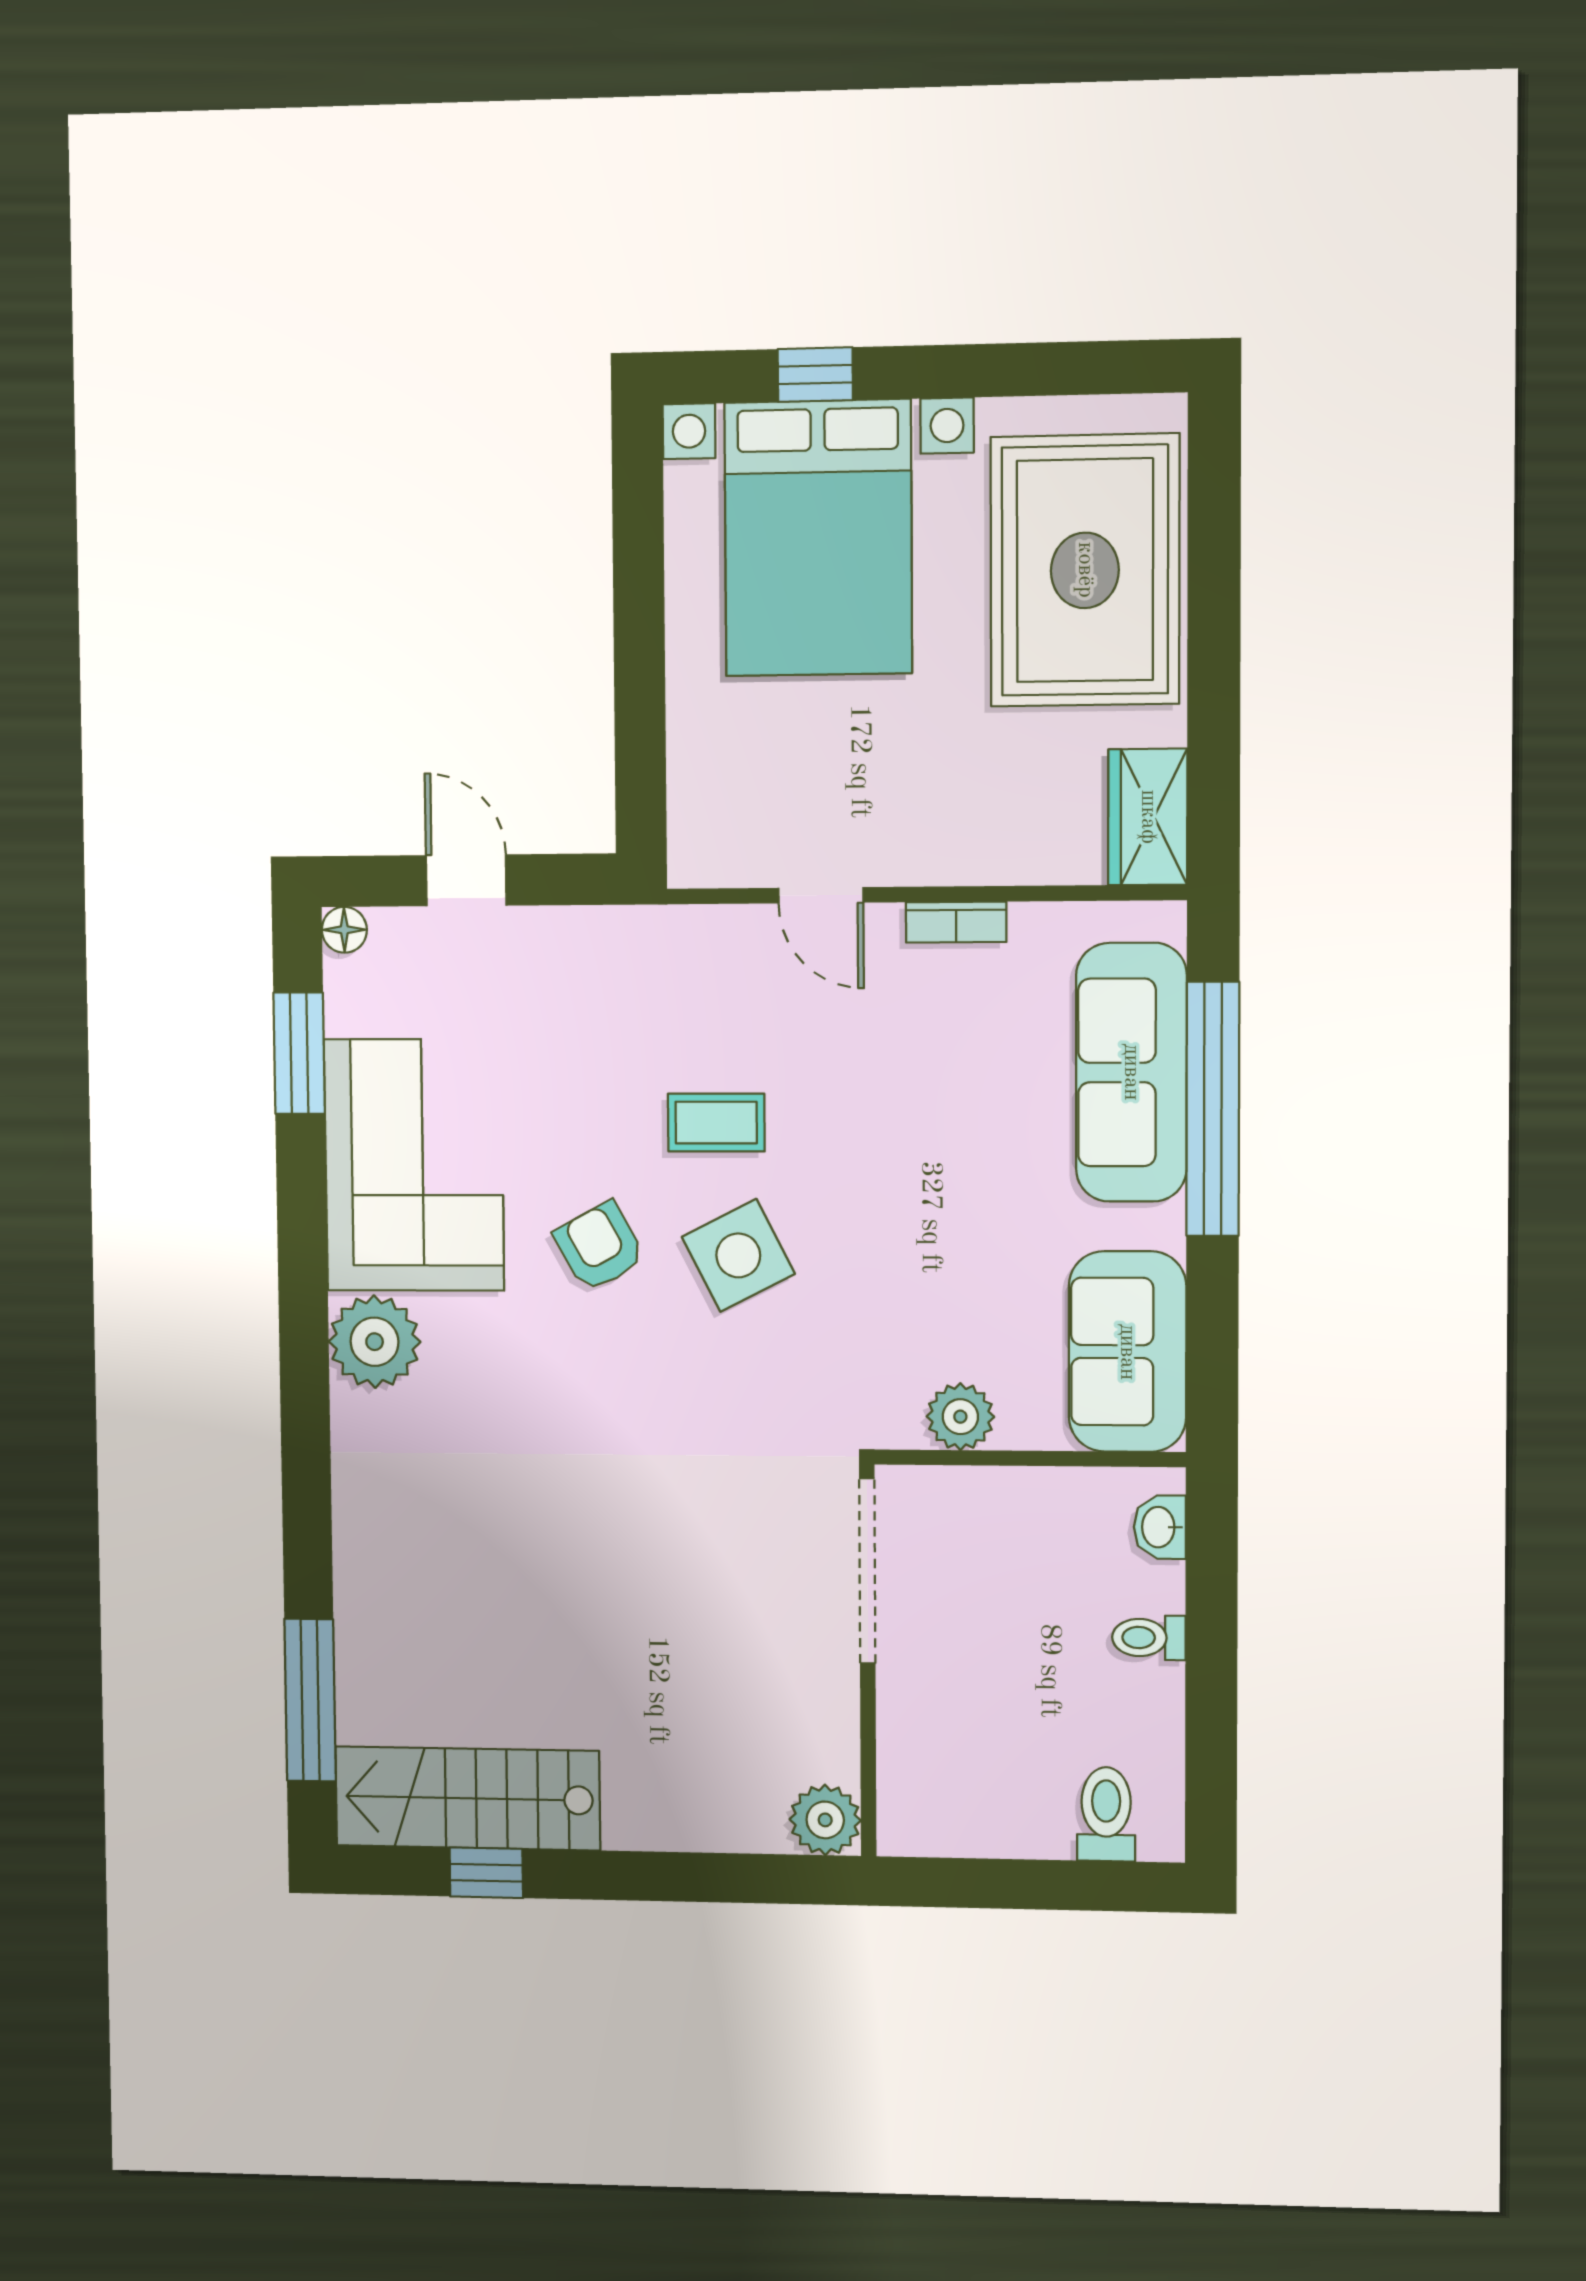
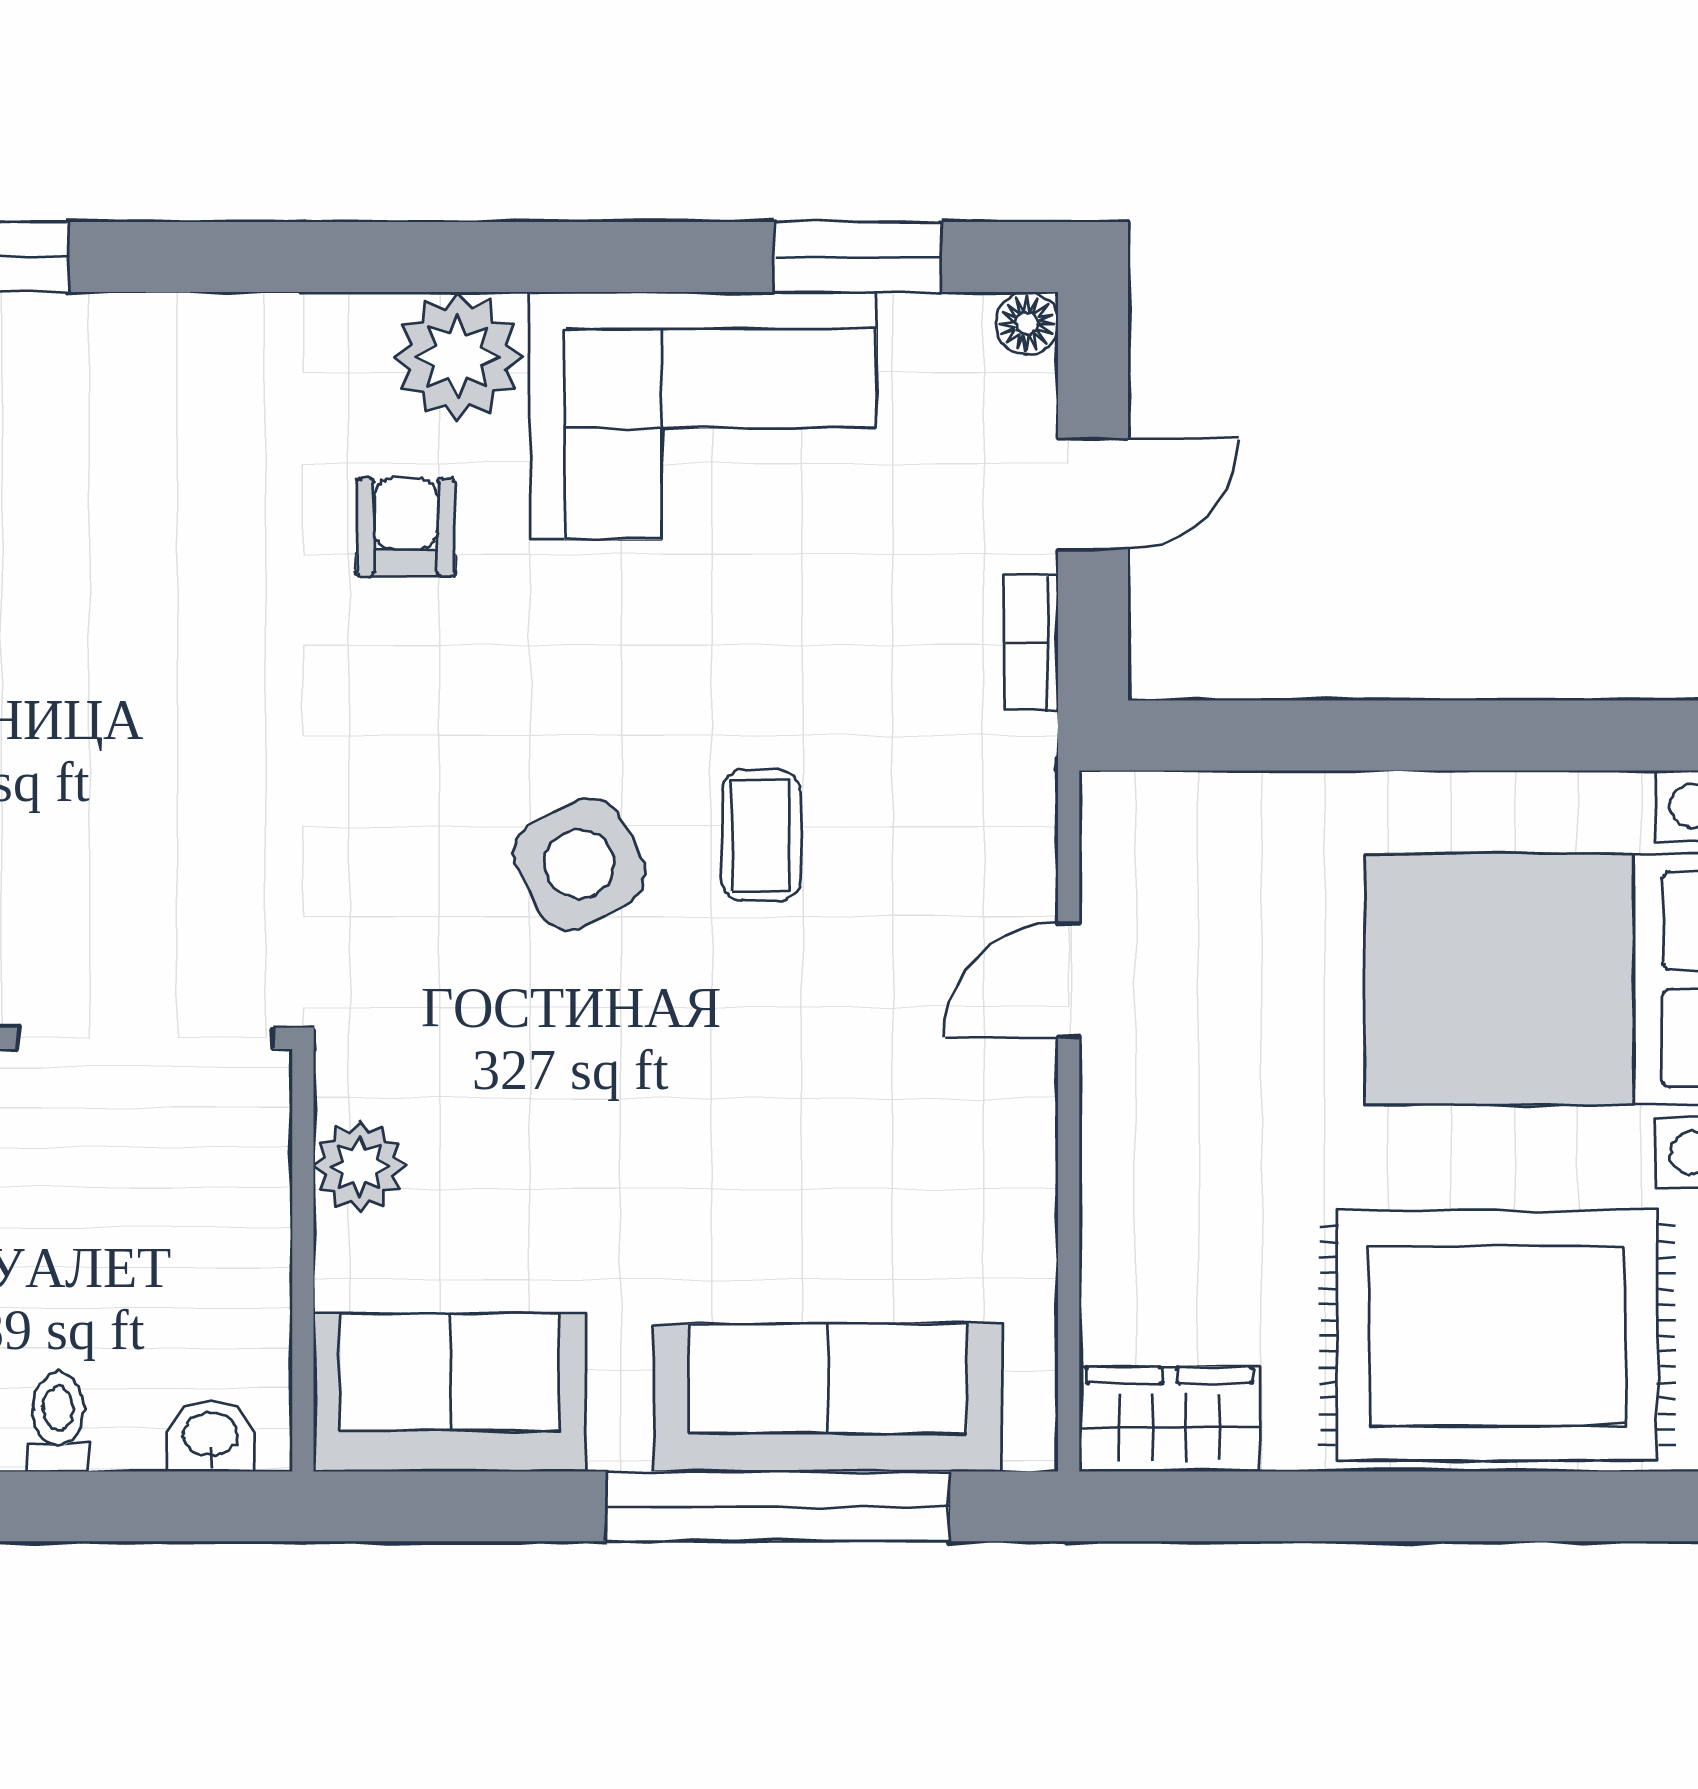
bookcase: (956, 922) -> (1031, 643), moved
armchair: (599, 1247) -> (406, 527), moved, turned -61

